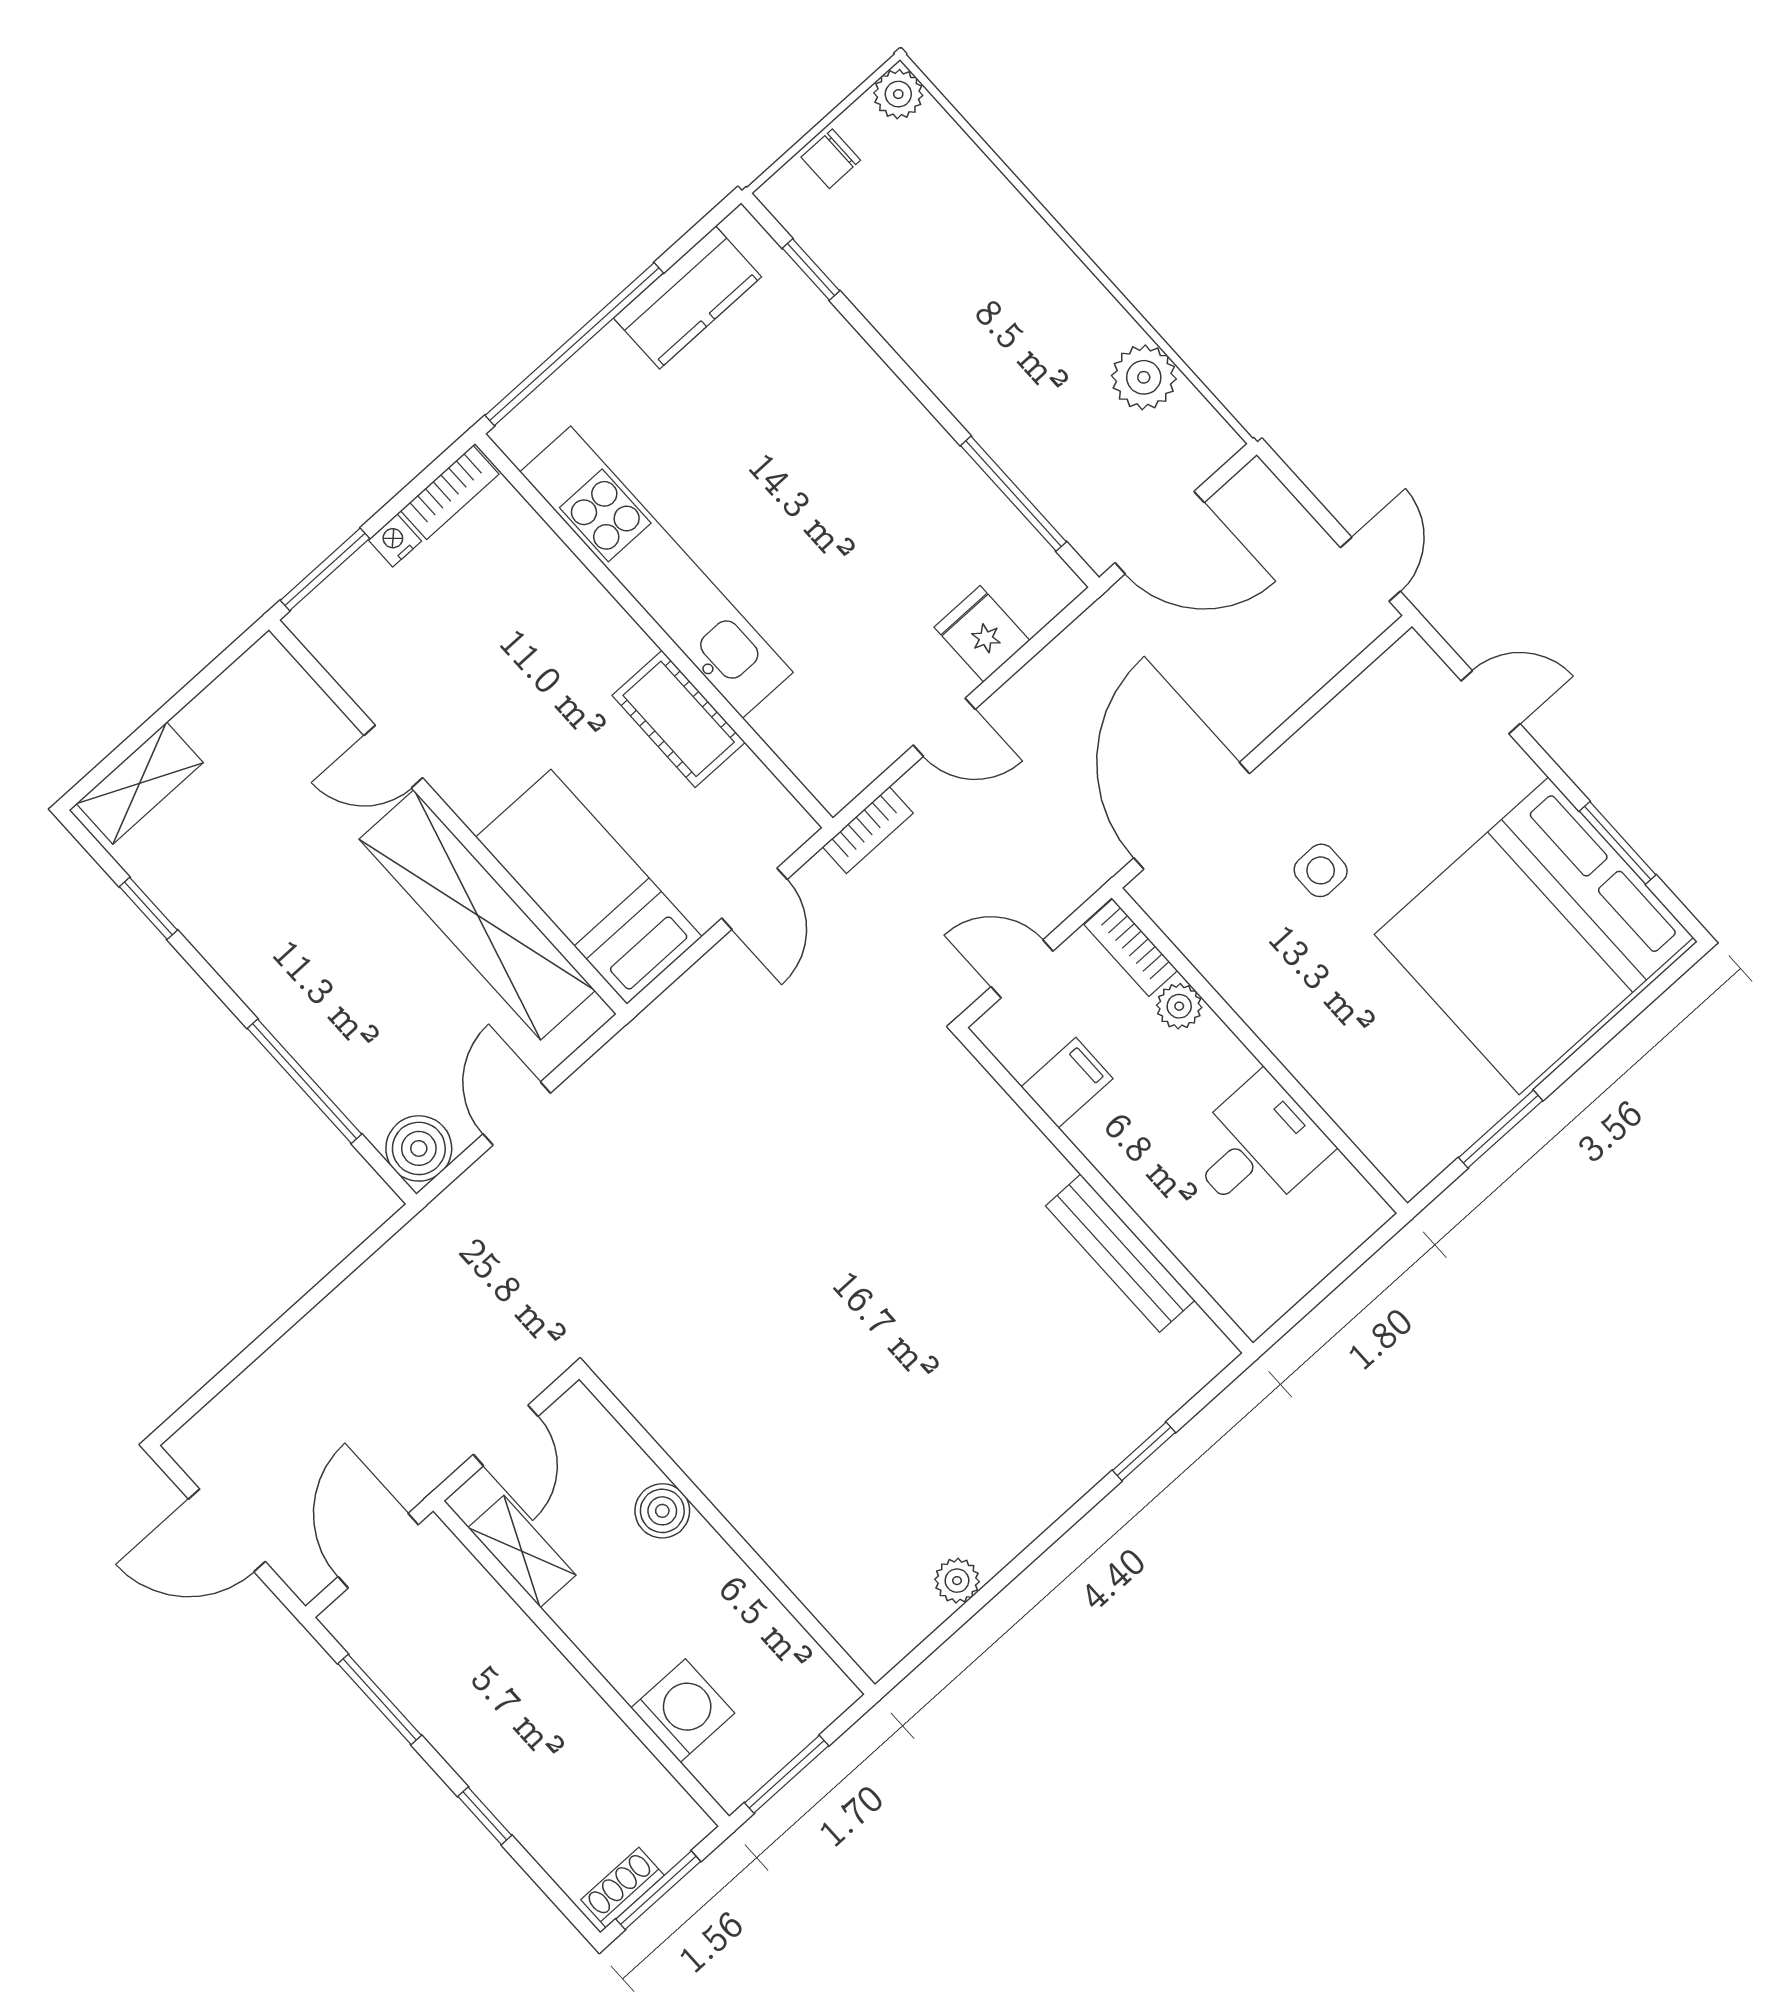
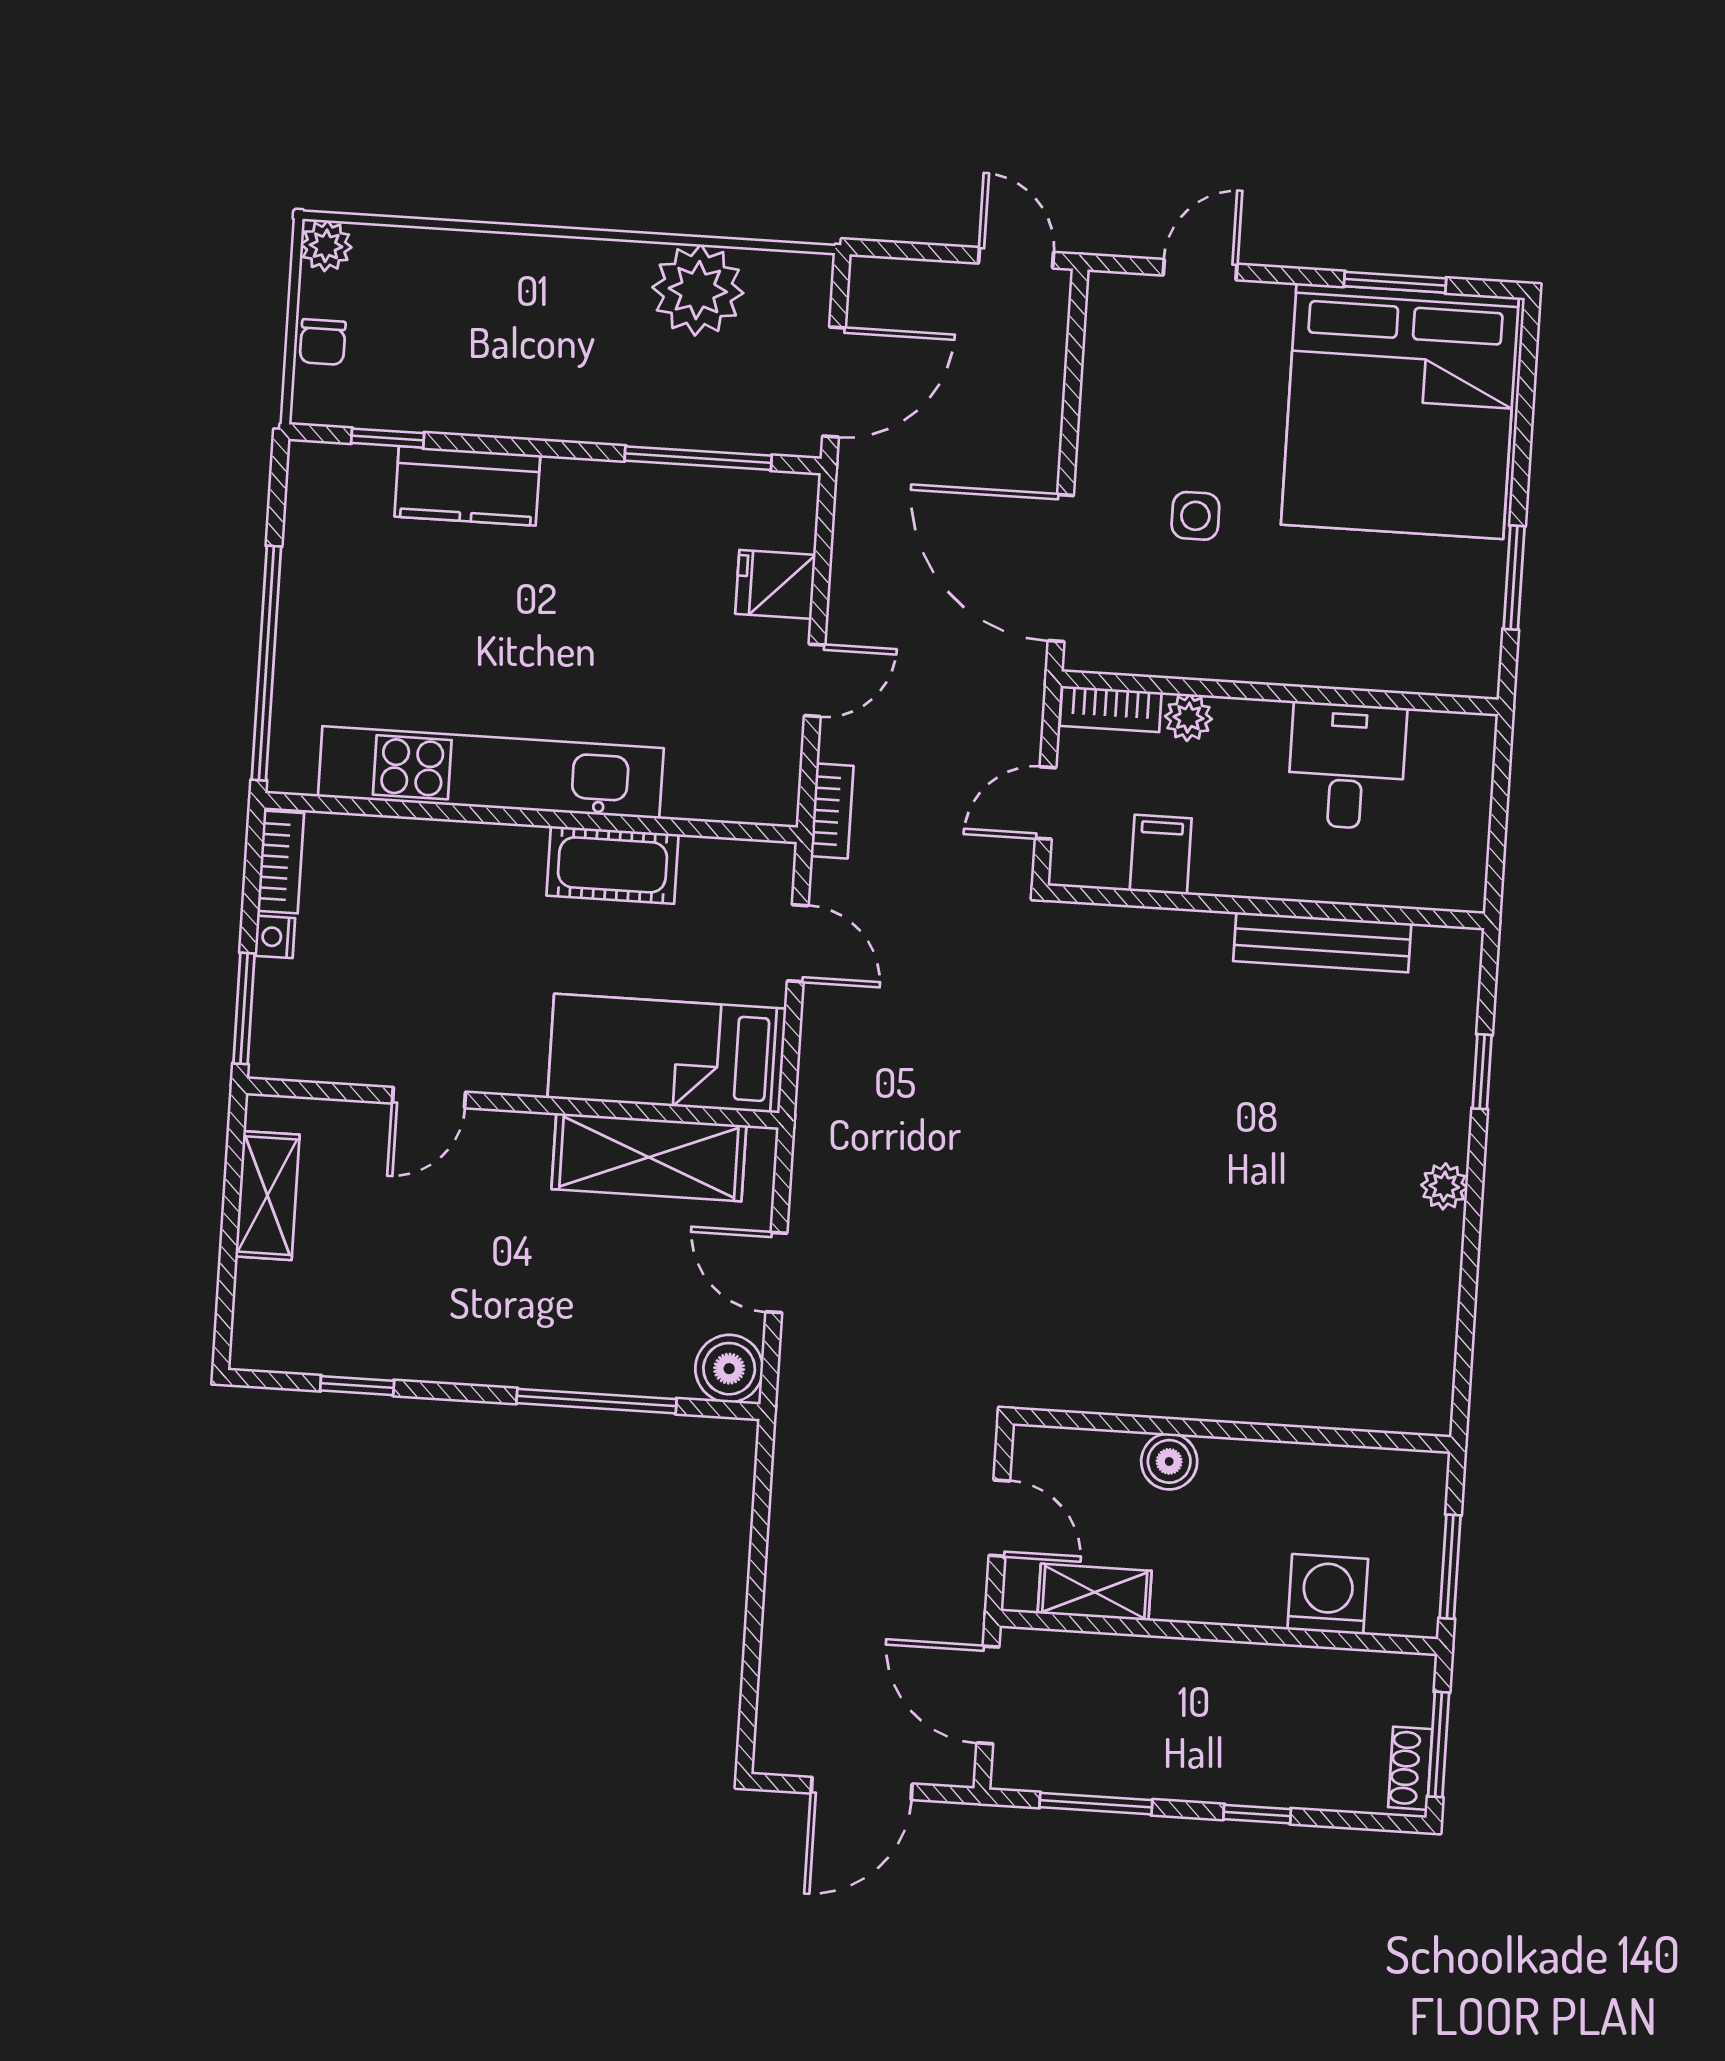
kitchen counter: (688, 297) -> (467, 486), moved, turned 90
plant: (1144, 377) -> (698, 290), width x1.36, depth x1.36
shelving: (140, 783) -> (267, 1196), moved
shelving: (477, 915) -> (649, 1157), width x0.68
plant: (957, 1581) -> (1444, 1186), moved

